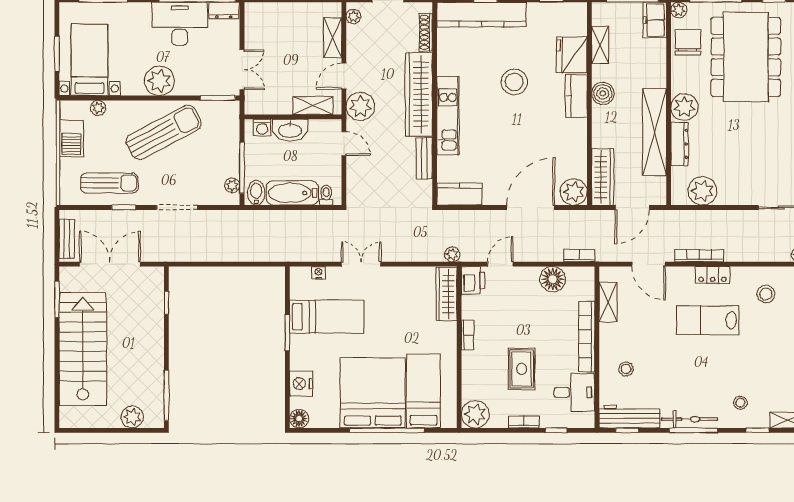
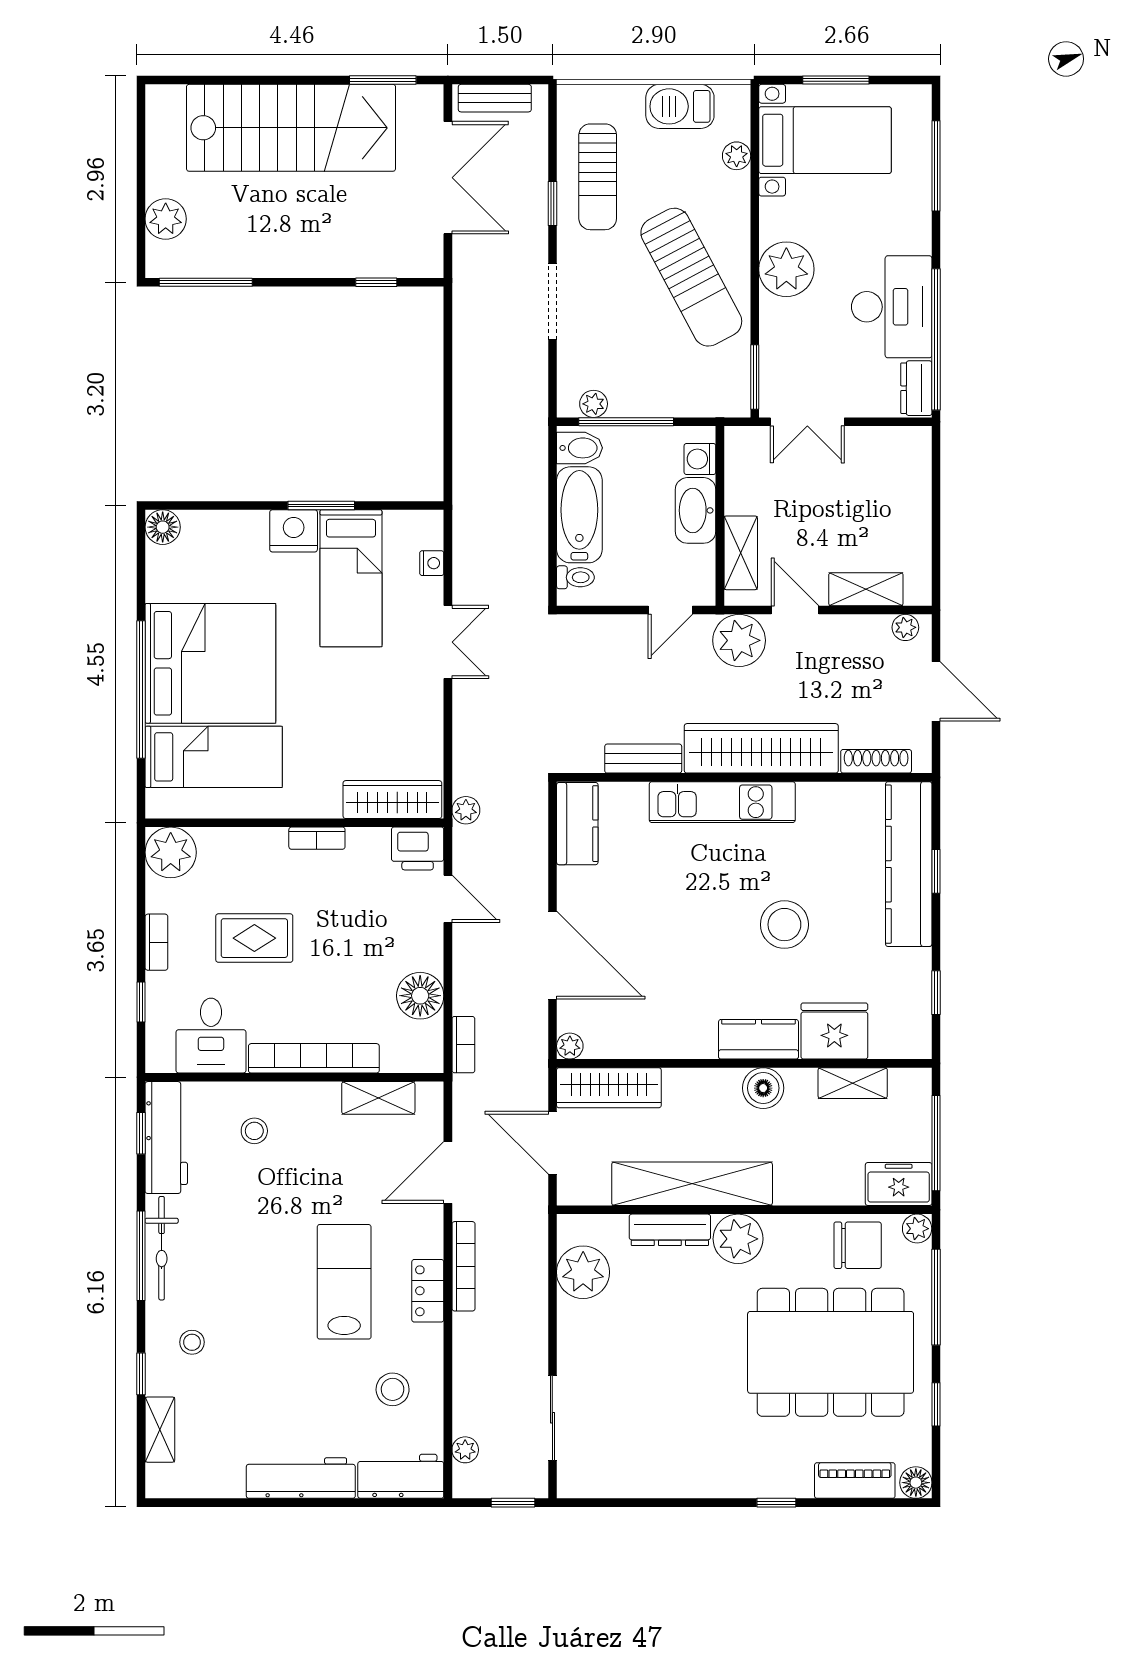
plant: (574, 192) -> (570, 1046), width x0.53, depth x0.53
nightstand: (301, 384) -> (294, 531), moved

